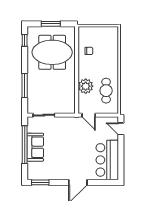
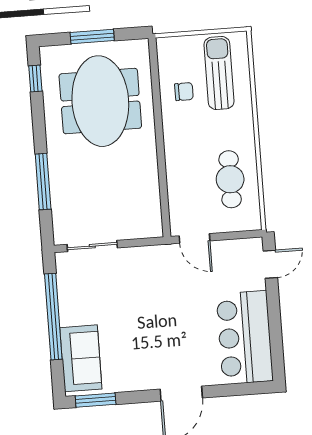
sun lounger: (105, 44) -> (219, 73), added
meeting table: (52, 52) -> (100, 101), turned 90
plant: (86, 86) -> (183, 173), removed
door: (121, 129) -> (270, 264), swing flipped
sofa: (35, 147) -> (81, 358), moved

